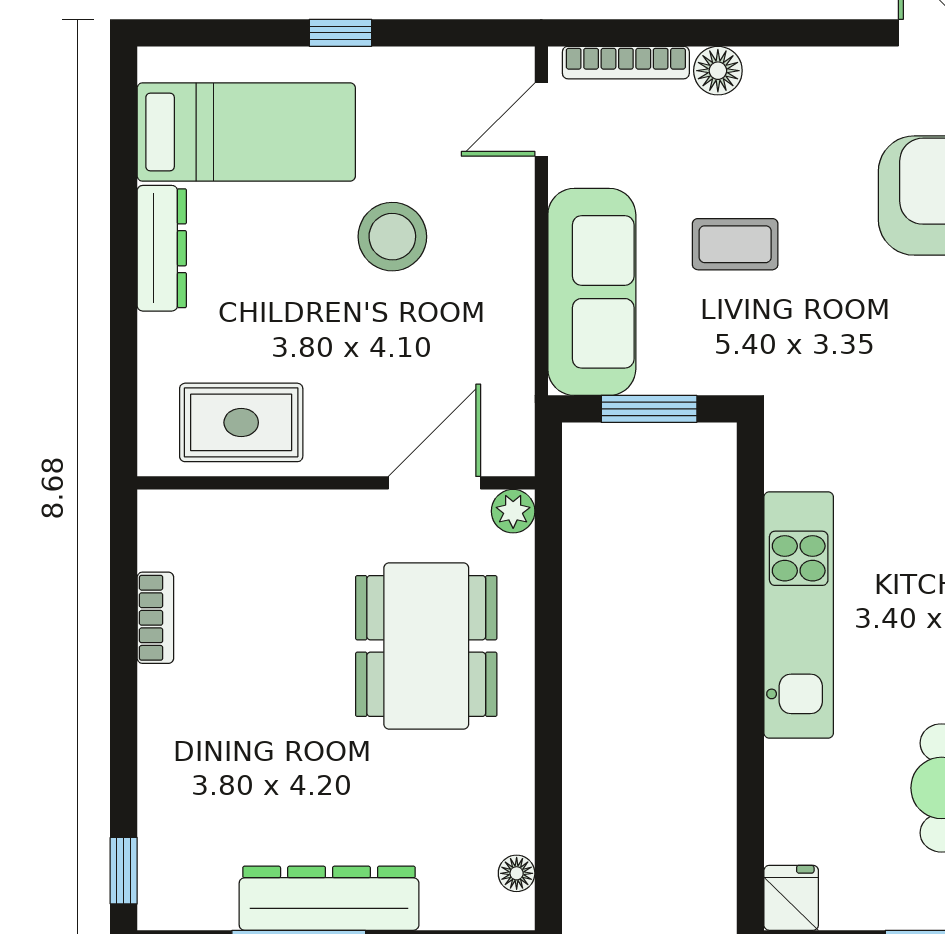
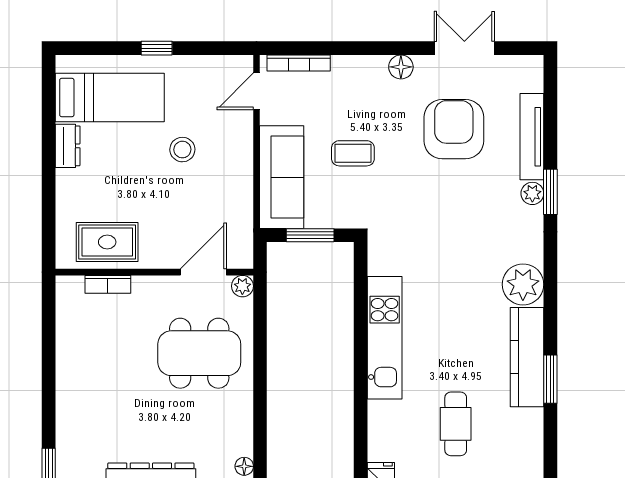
floor lamp: (718, 71) -> (401, 67), moved
stool: (392, 237) -> (182, 150), width x0.73, depth x0.73
dresser: (162, 248) -> (68, 146), width x0.70
bookcase: (155, 618) -> (108, 284), moved, turned 90
dining table: (426, 646) -> (199, 353), turned 90

